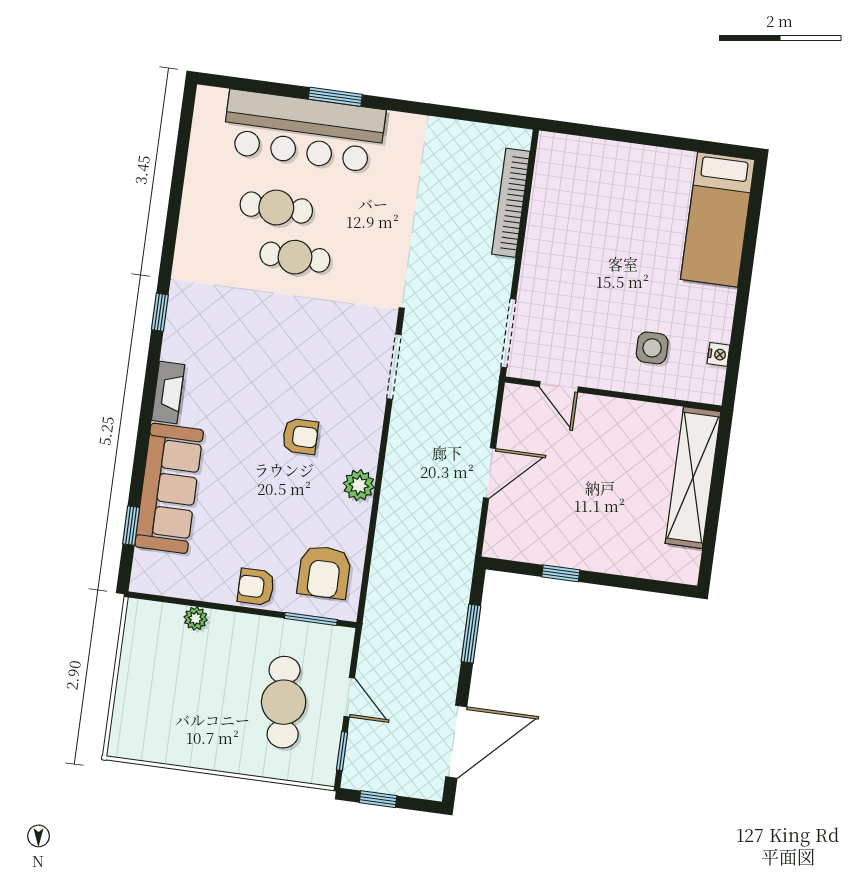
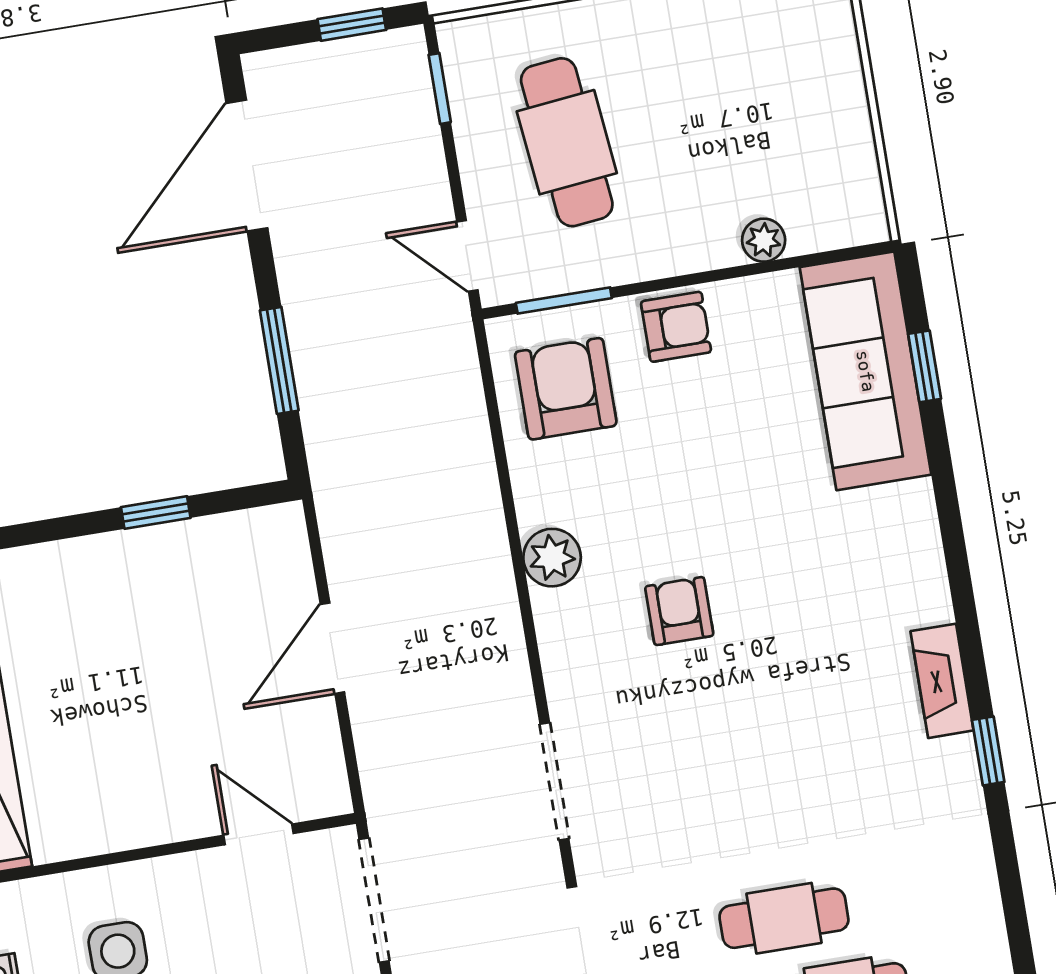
fireplace: (168, 392) -> (942, 681), moved
armchair: (300, 436) -> (679, 611), turned 90
sofa: (169, 488) -> (865, 371), moved
door: (349, 697) -> (467, 256), moved

